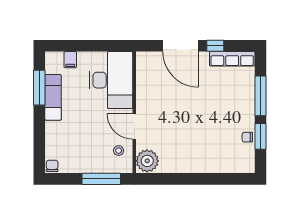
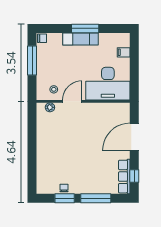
window: (215, 46) -> (134, 176), moved
window: (39, 88) -> (85, 28), moved
exam couch: (53, 97) -> (80, 39), moved
plant: (147, 161) -> (50, 107), width x0.53, depth x0.53
window: (101, 179) -> (32, 61), moved

